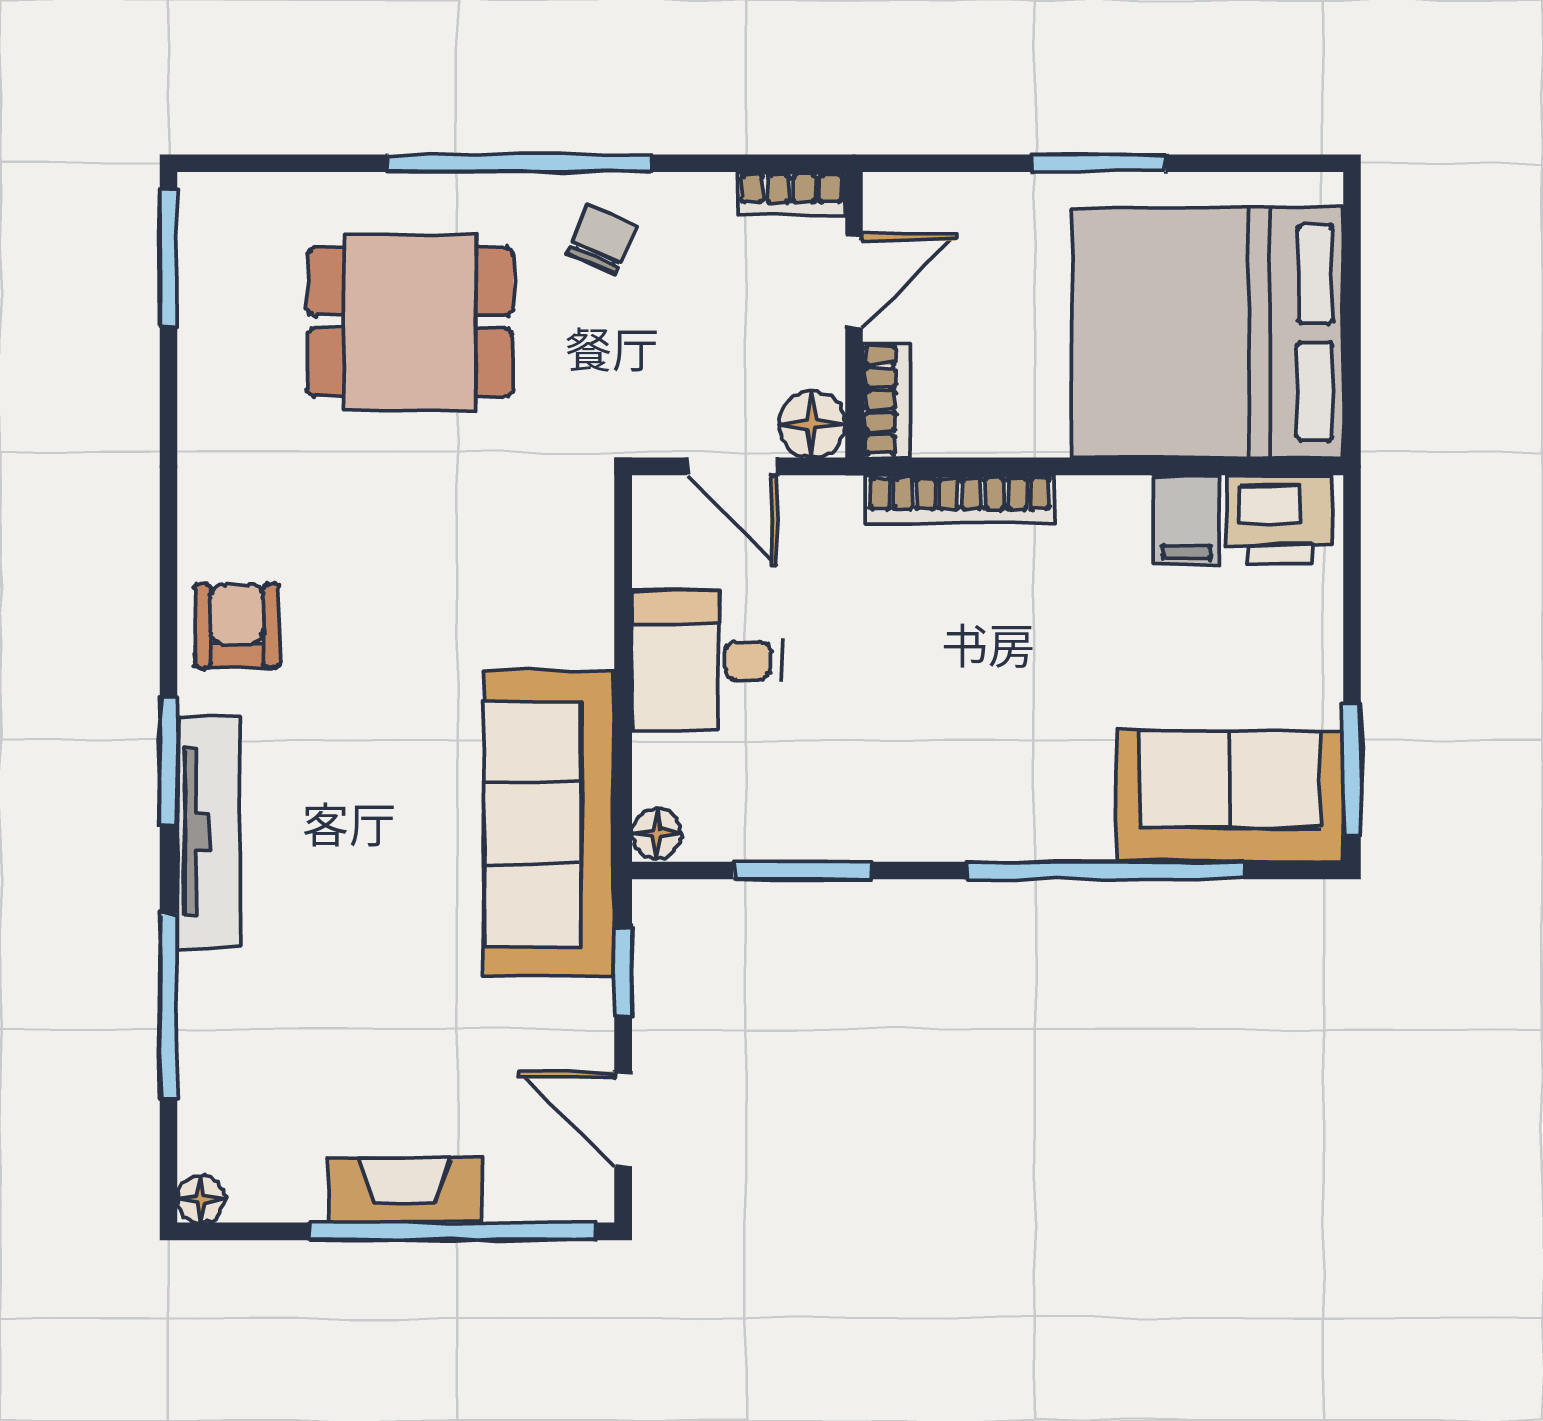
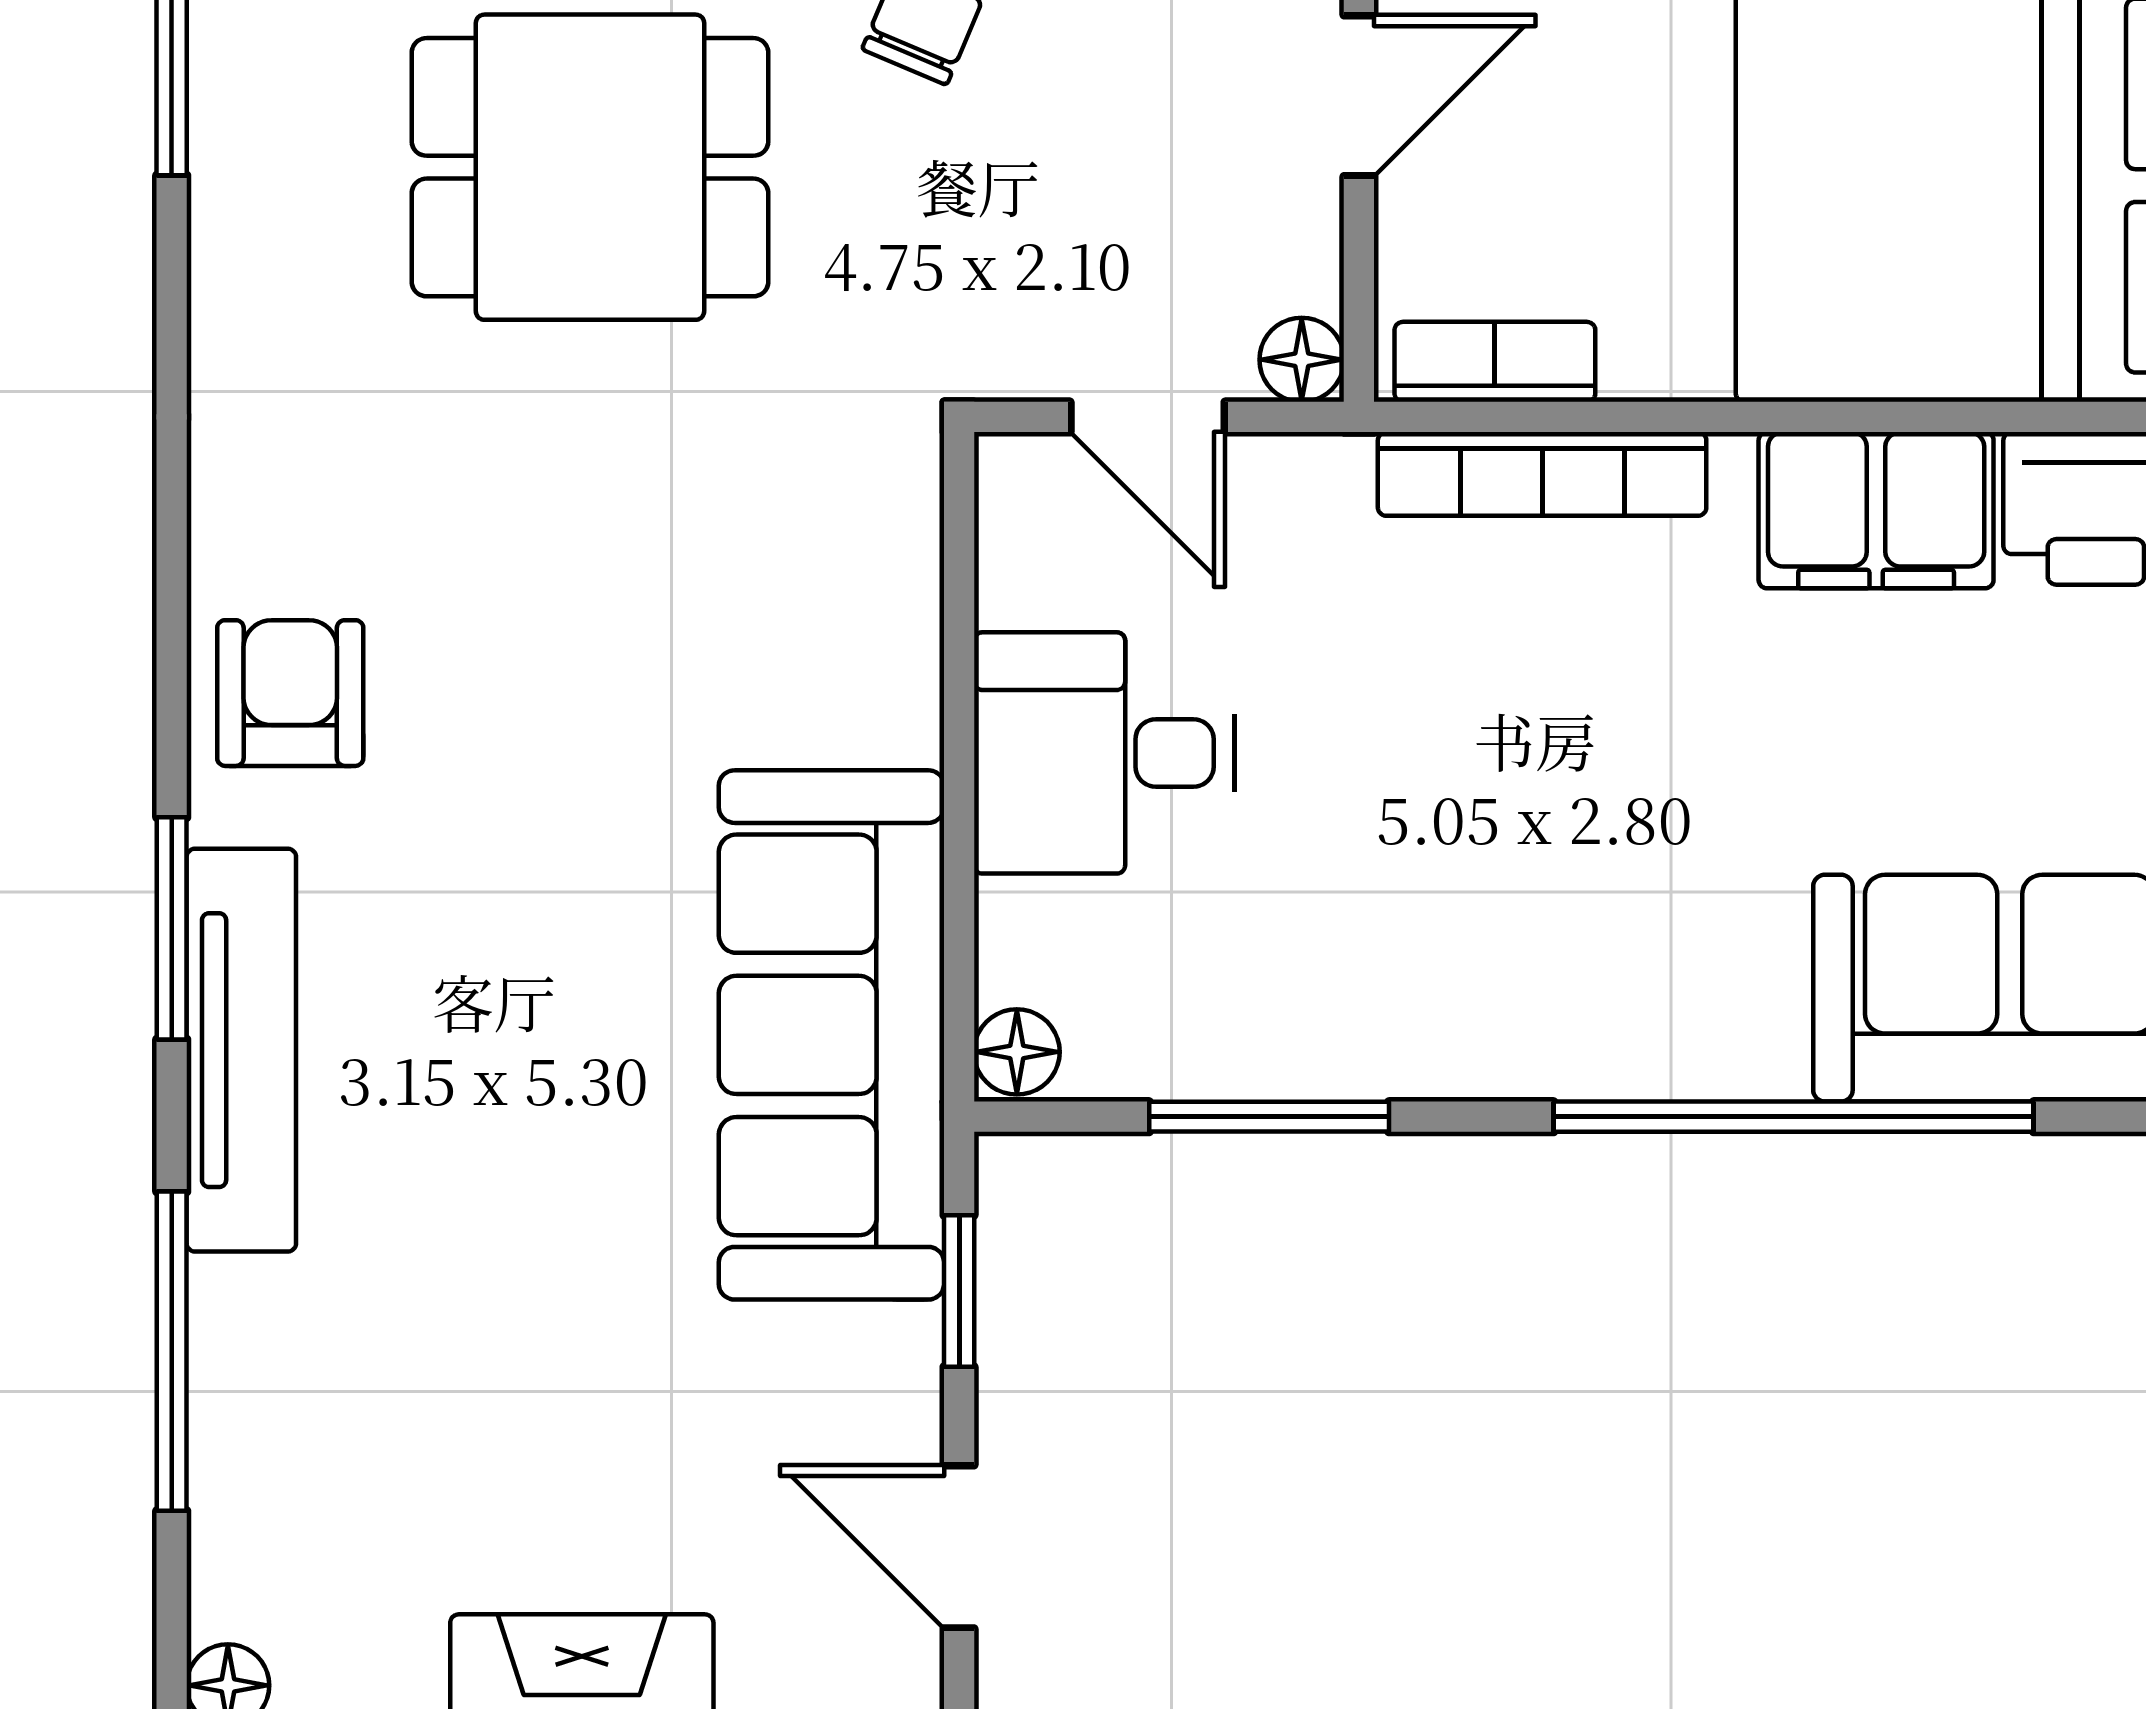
bookcase: (886, 400) -> (1495, 362), moved, turned -90
floor lamp: (812, 424) -> (1302, 360), width x0.73, depth x0.73
filing cabinet: (1187, 520) -> (1876, 510), width x2.00

